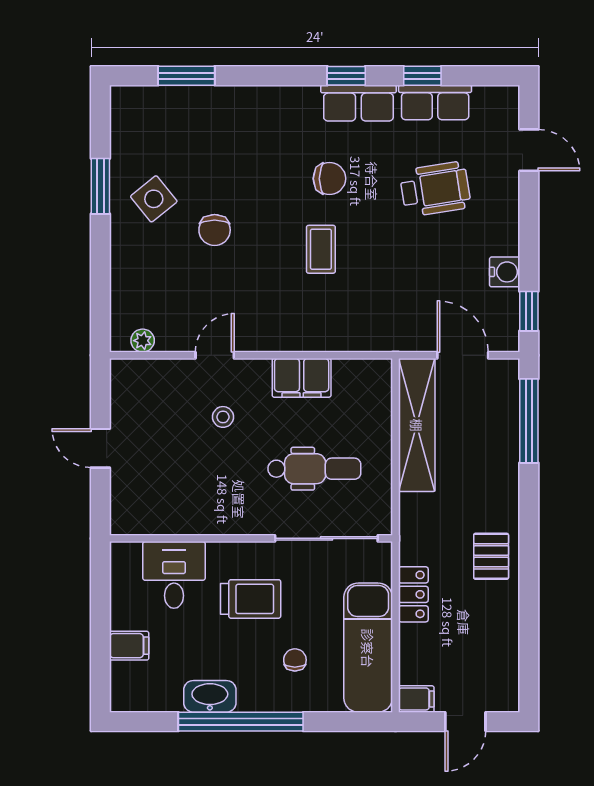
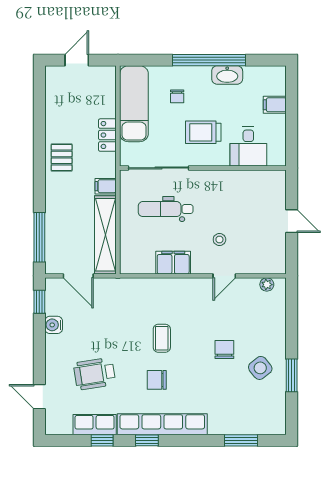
row of seats: (358, 103) -> (162, 424), width x2.02
filing cabinet: (416, 699) -> (106, 186), moved

